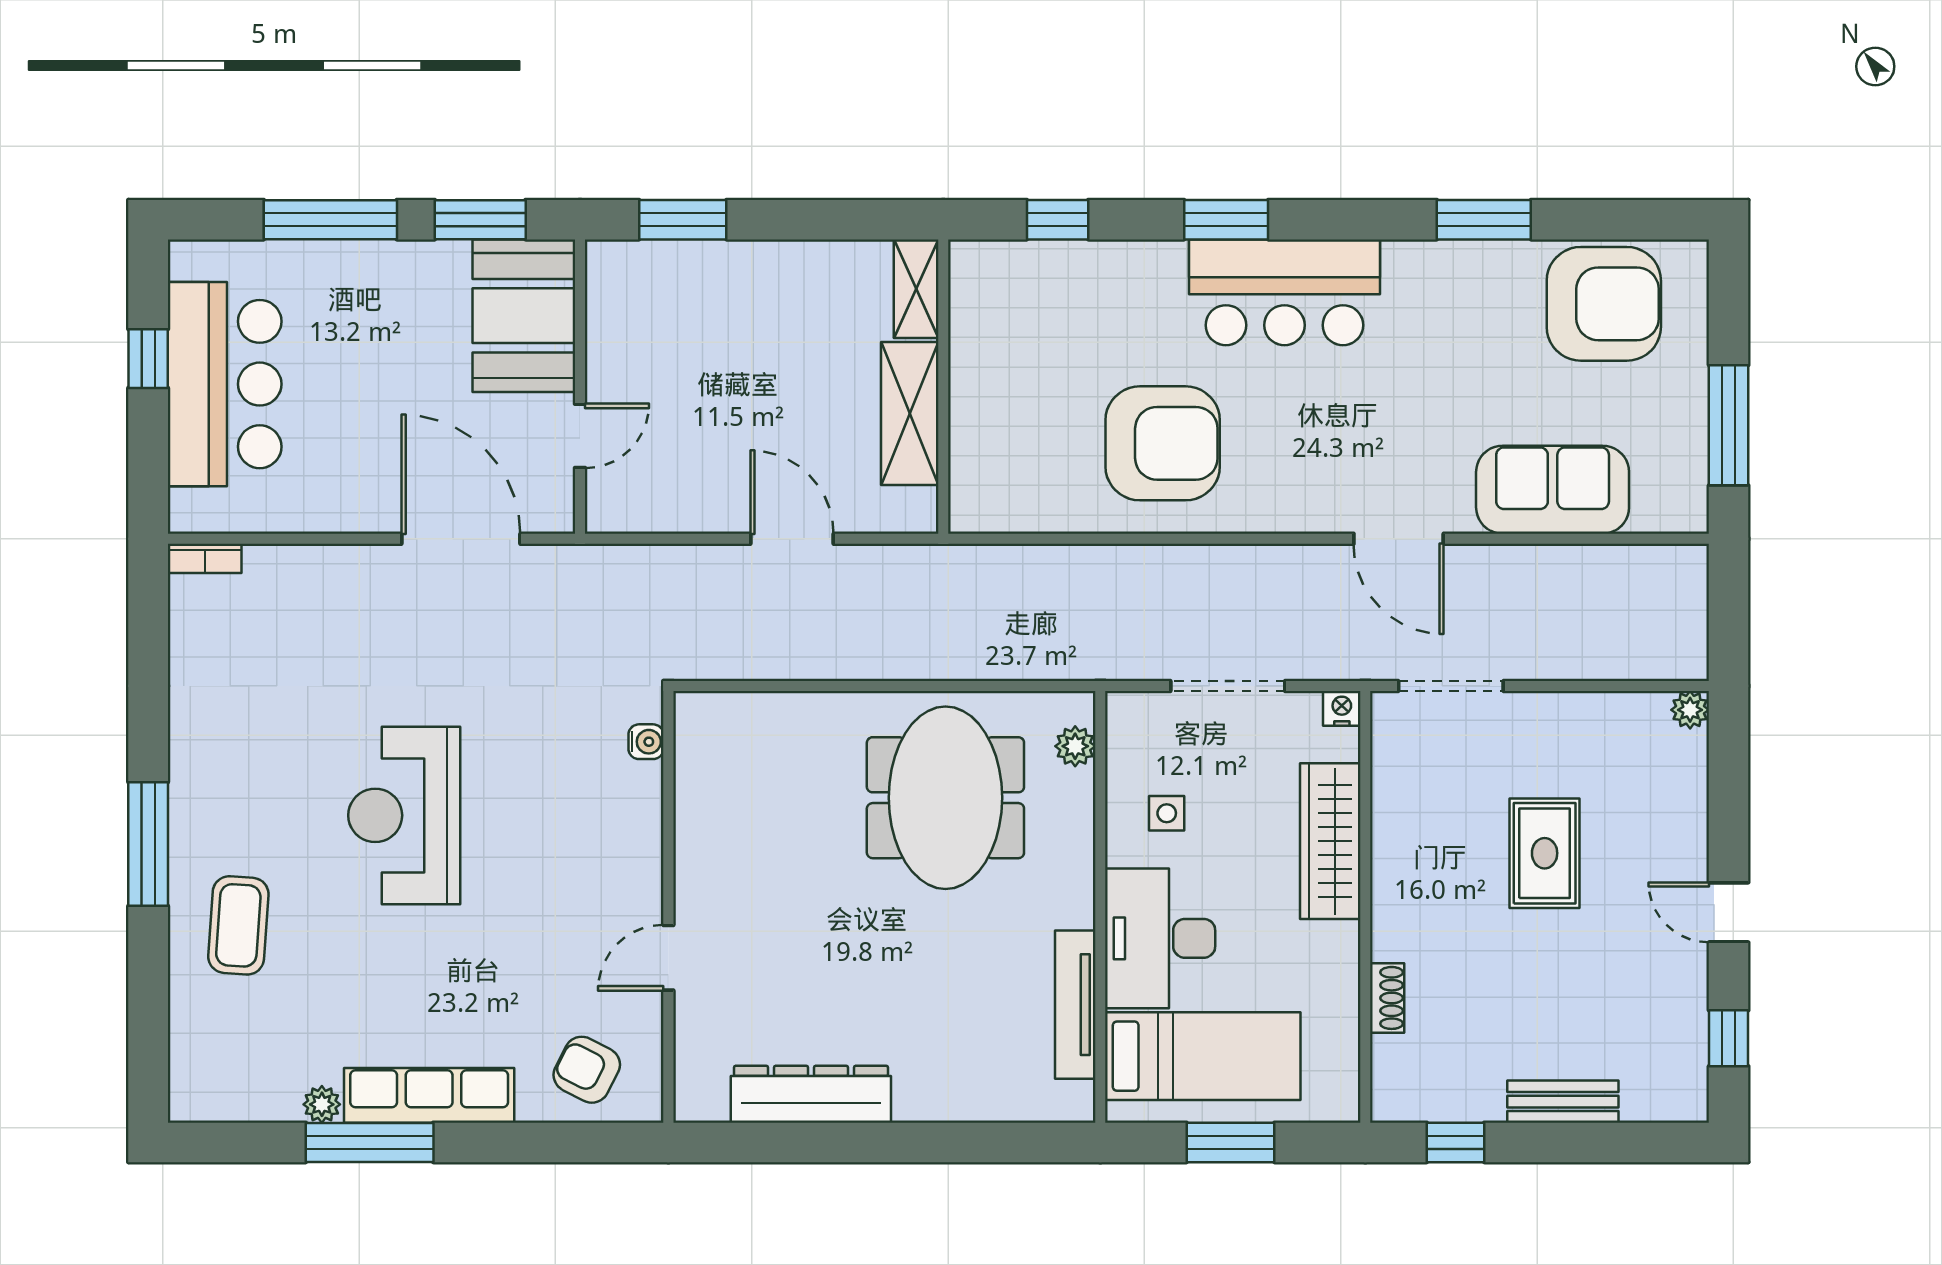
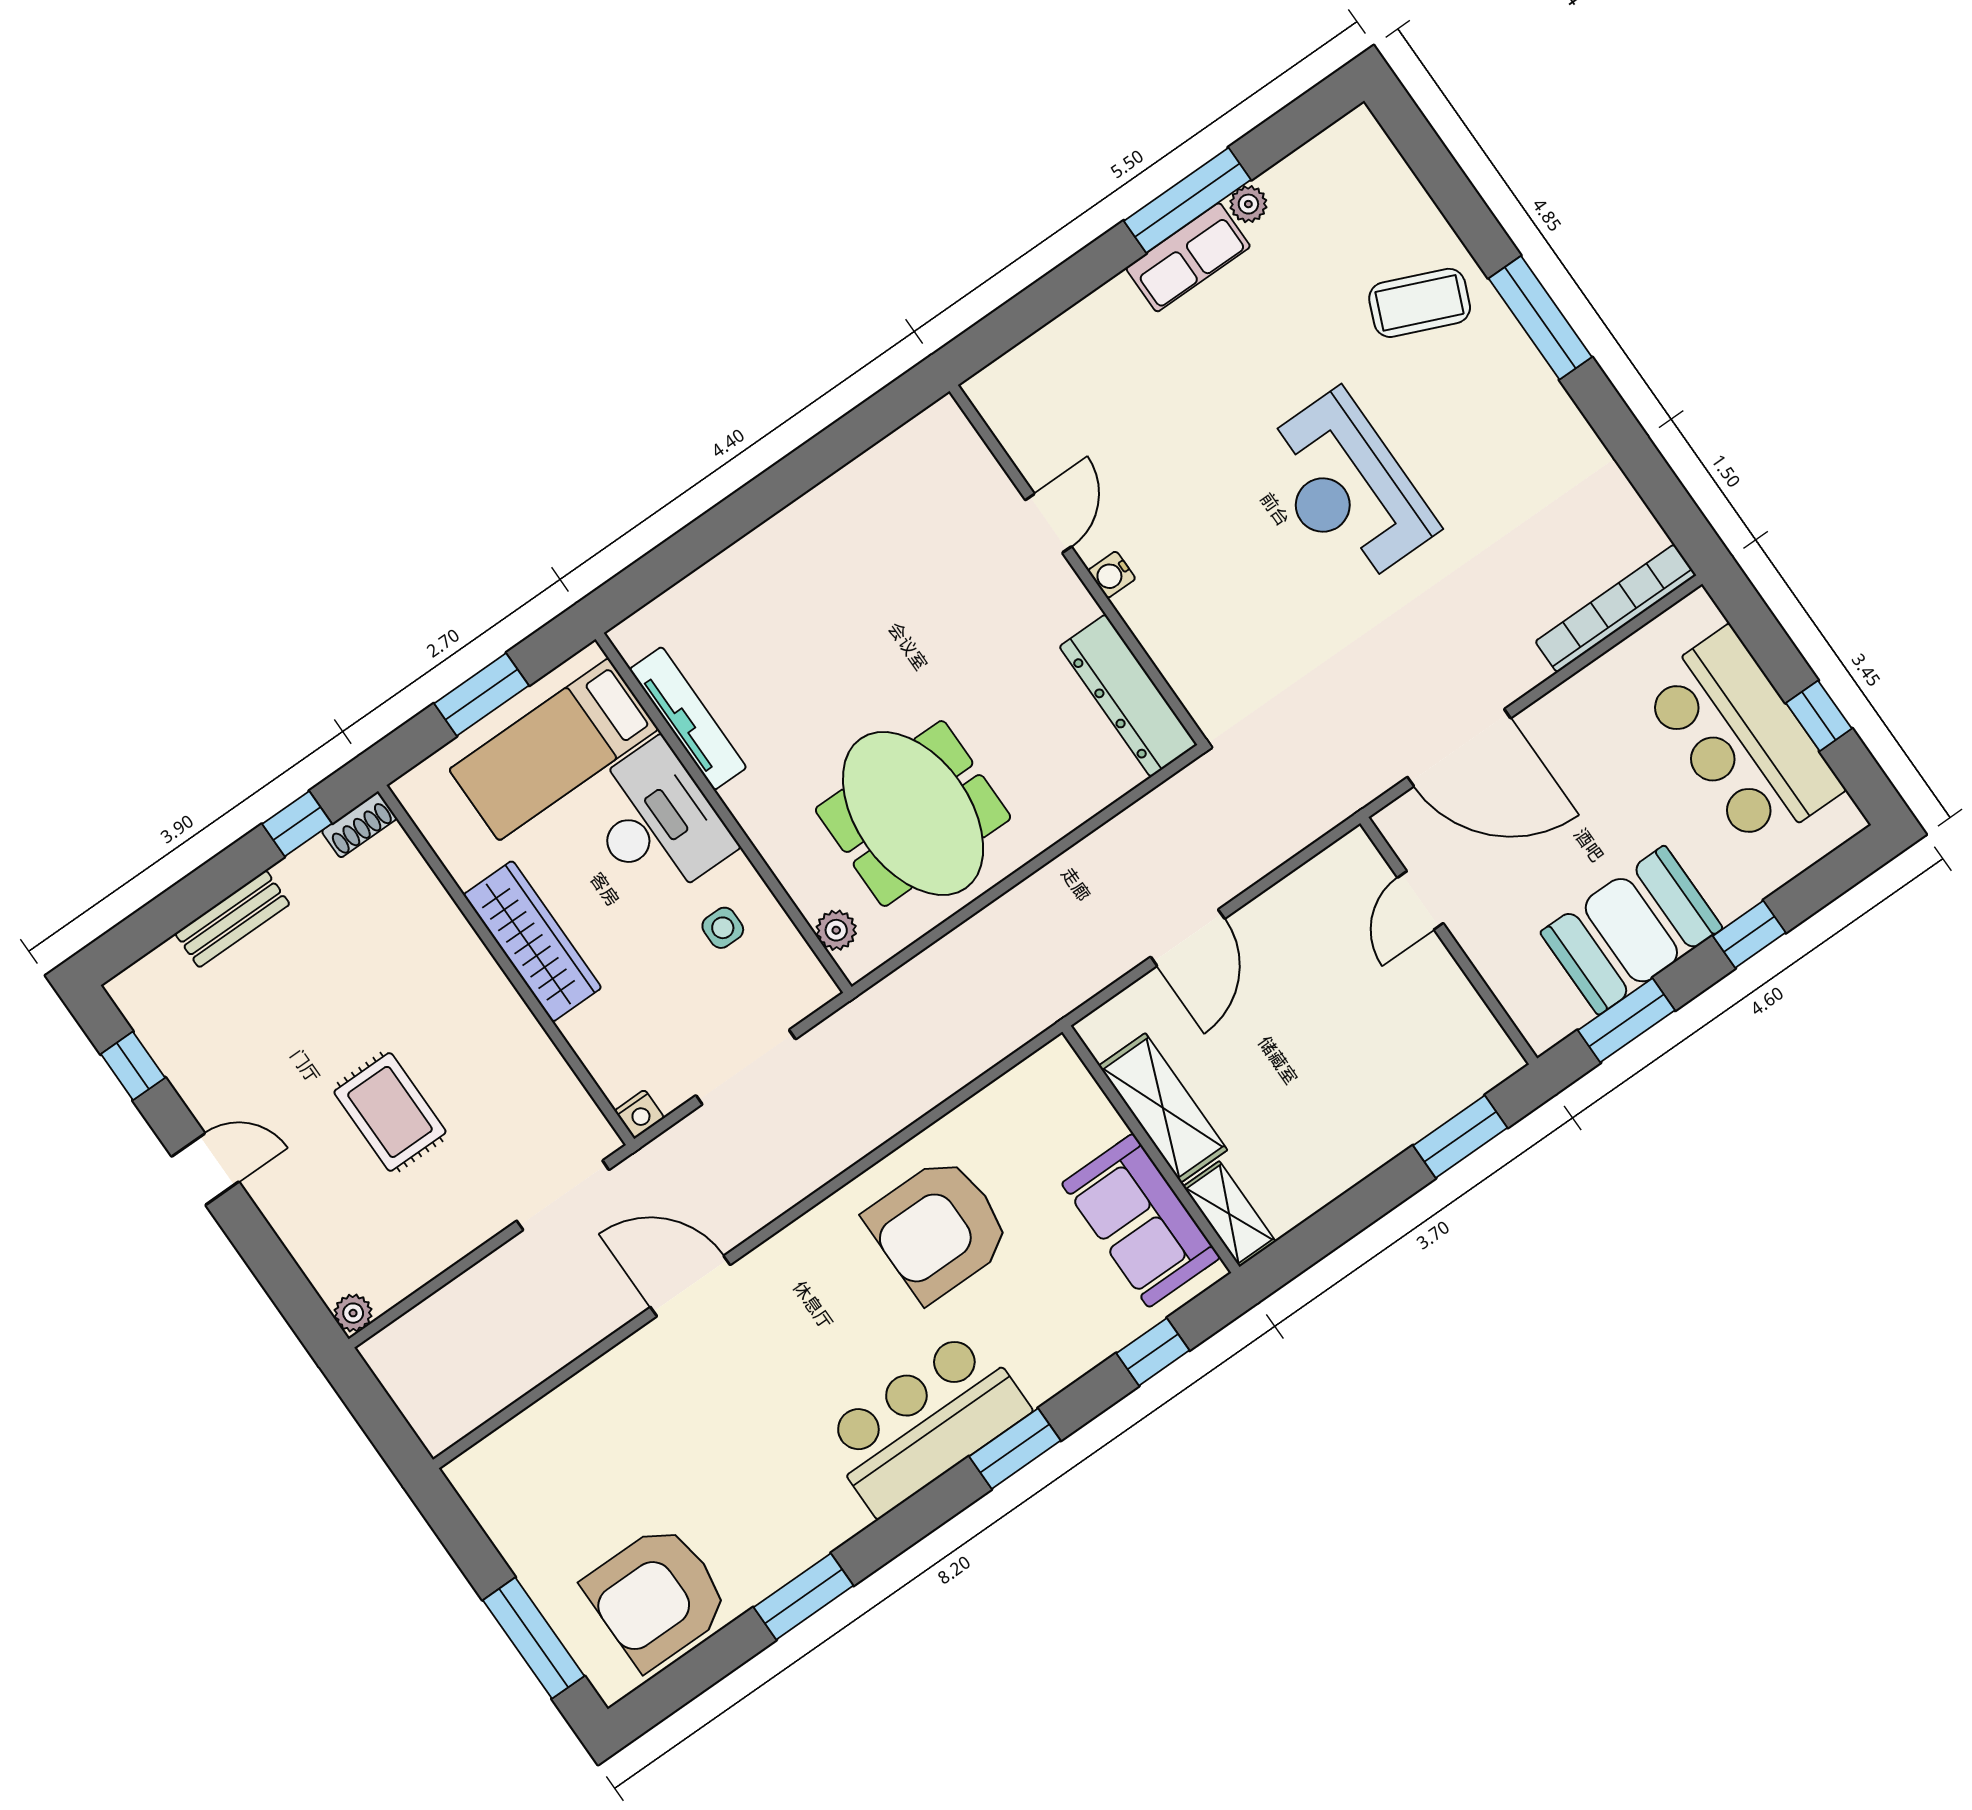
window: (330, 220) -> (1749, 934), width x0.46
booth: (524, 316) -> (1631, 930), moved, turned 90
window: (1729, 425) -> (534, 1638), moved
sofa: (1553, 490) -> (1141, 1220), moved, turned 90
door: (792, 539) -> (1188, 938), hinge flipped
bookcase: (205, 558) -> (1616, 608), width x2.31, depth x1.31
water cooler: (646, 742) -> (1112, 575), moved
reception desk: (404, 815) -> (1347, 488), turned 180
wardrobe: (1330, 841) -> (532, 941), moved
coffee table: (238, 925) -> (1420, 303), turned -71
shoe rack: (1387, 998) -> (359, 825), moved, turned -90
armchair: (587, 1070) -> (1051, 385), removed
dresser: (811, 1094) -> (1128, 696), moved, turned 90
row of seats: (429, 1095) -> (1188, 257), width x0.68

